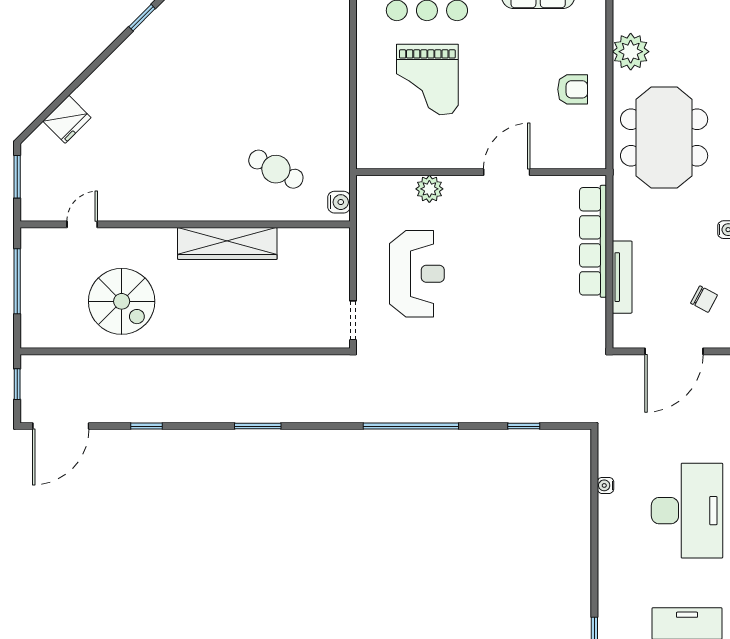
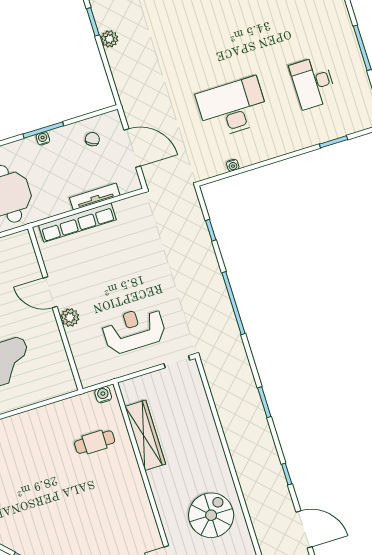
cafe table: (276, 169) -> (95, 442), turned 62
plant: (429, 189) -> (70, 317), moved
wardrobe: (227, 244) -> (145, 435), moved

